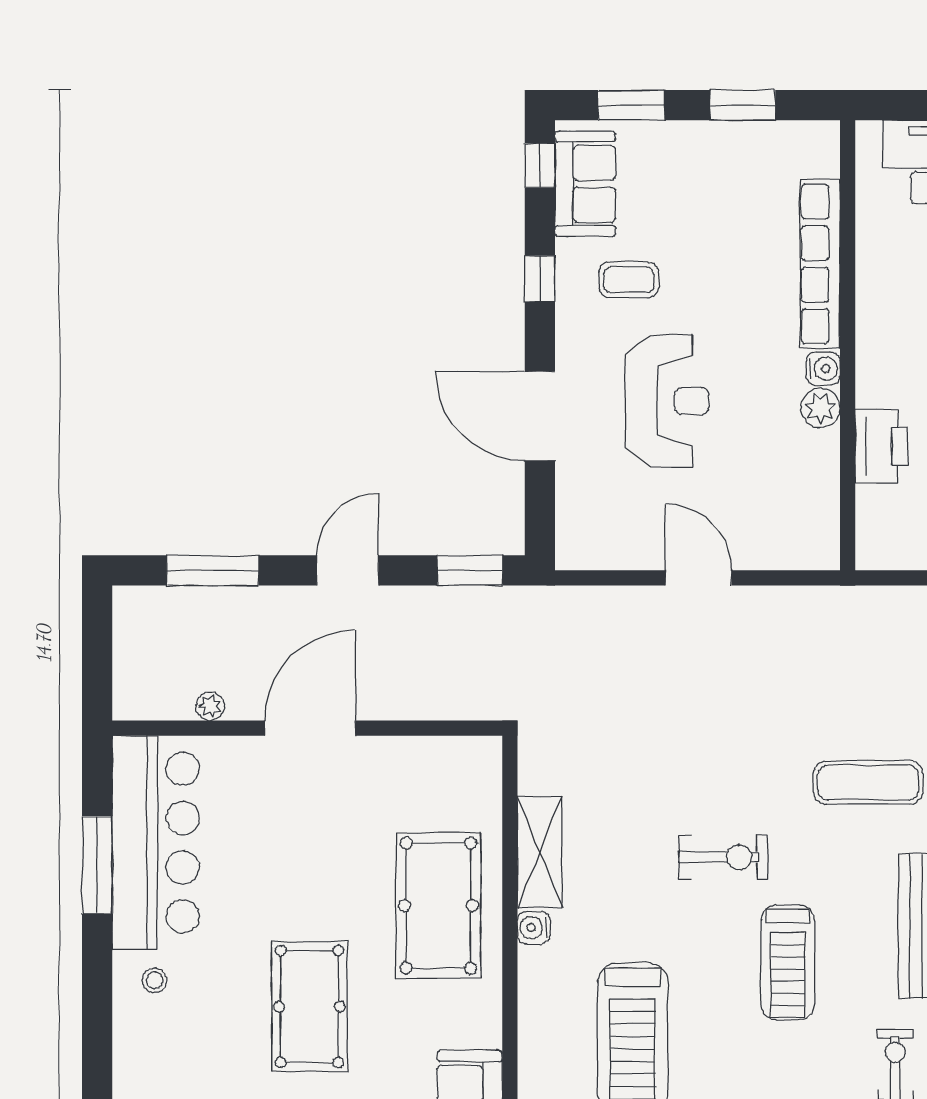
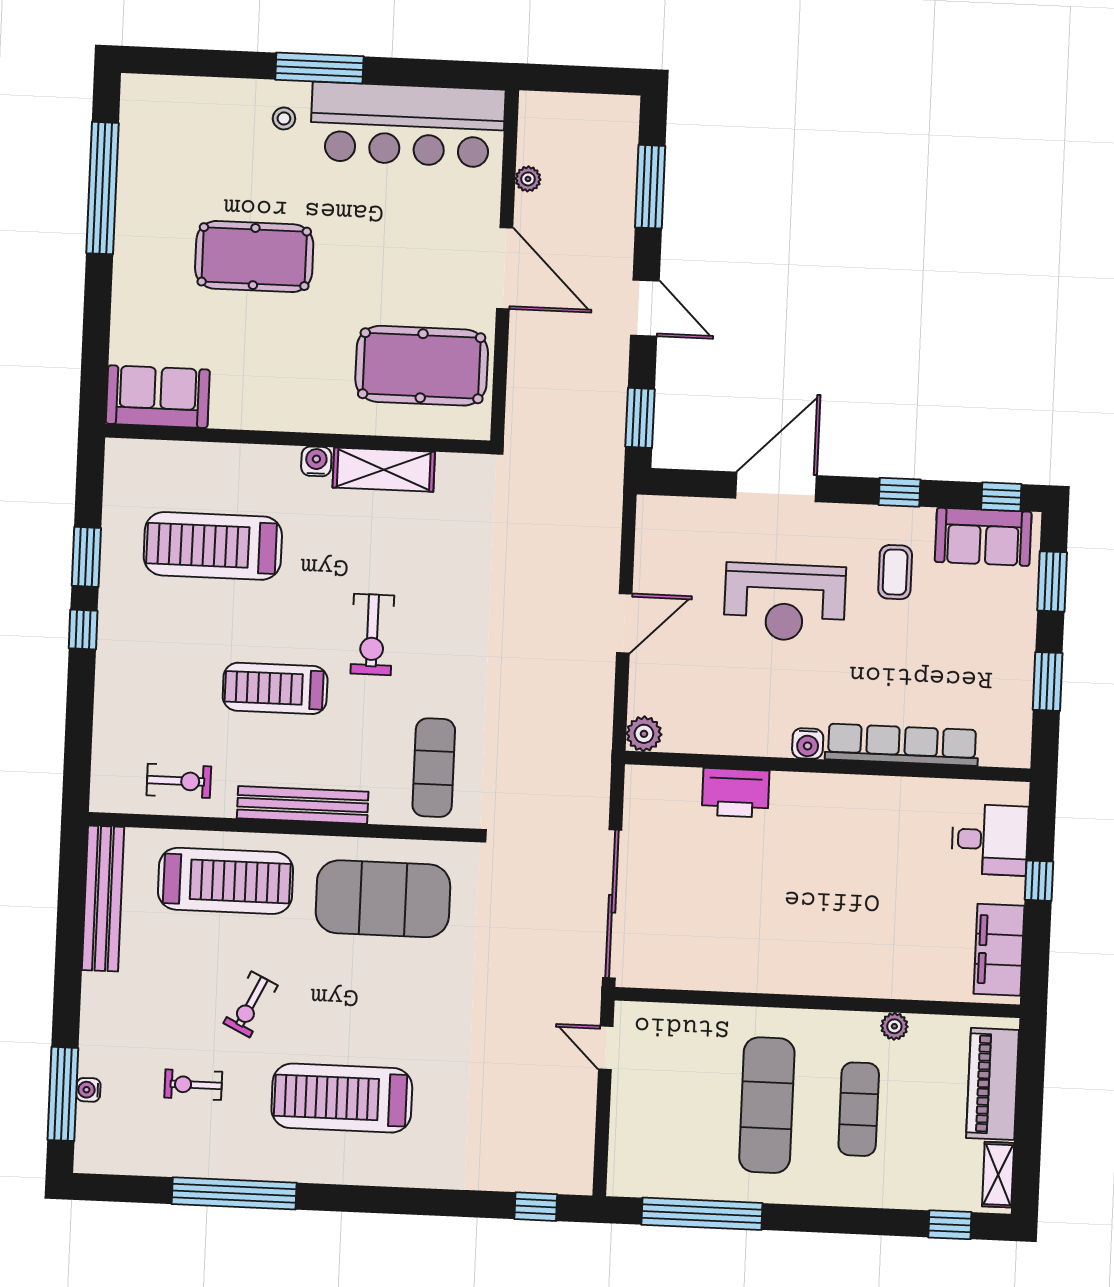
plant: (820, 408) -> (644, 734), moved
window: (97, 865) -> (319, 68), moved
pool table: (438, 906) -> (422, 366), moved

